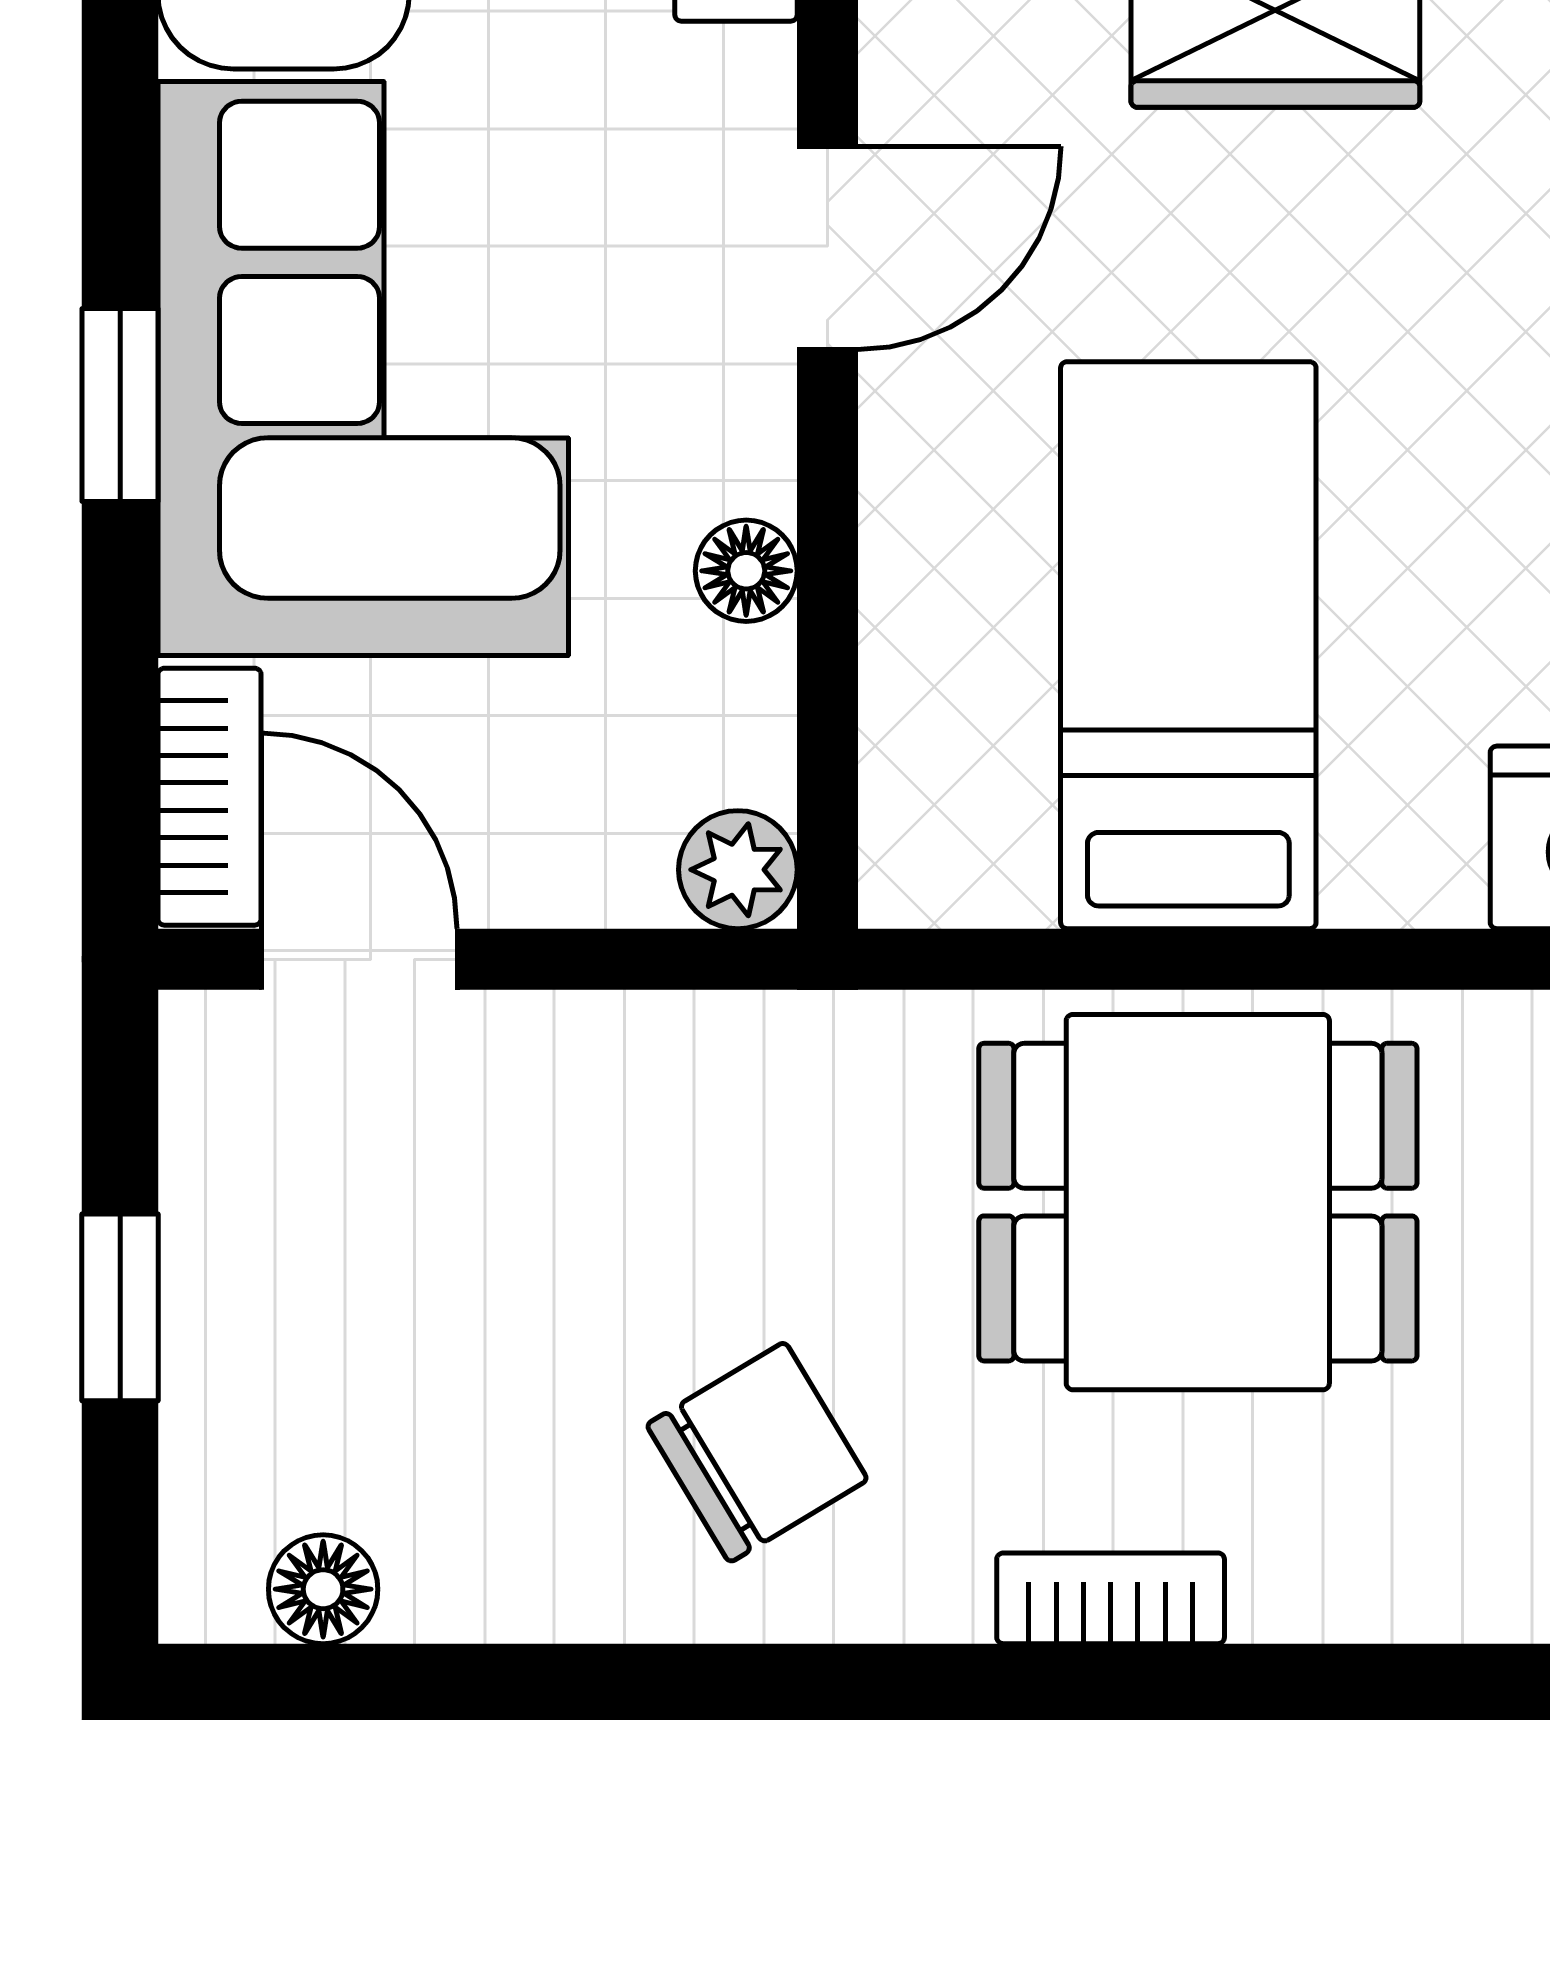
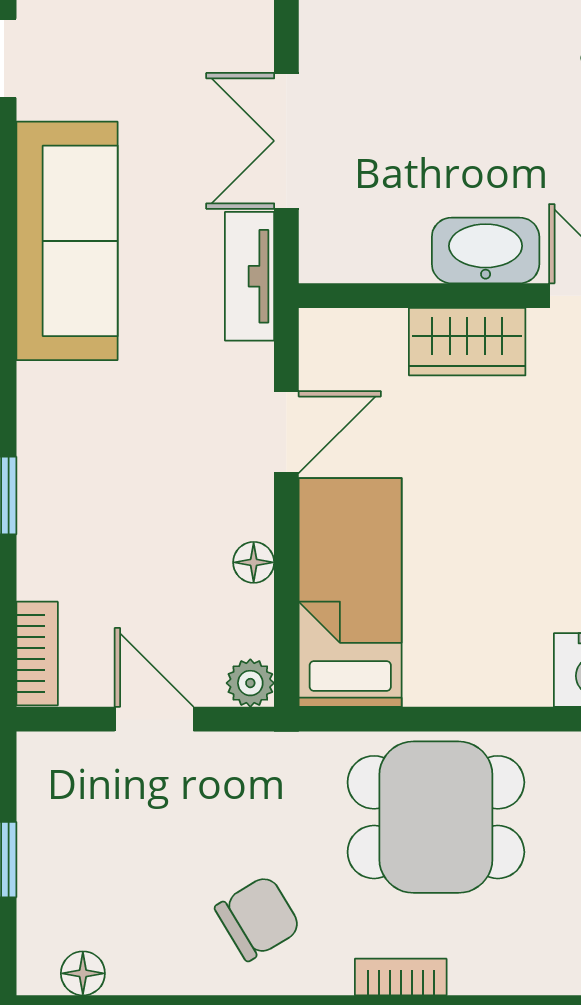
corner sofa: (363, 369) -> (99, 481), removed
bed: (1188, 645) -> (350, 592), moved
door: (359, 959) -> (154, 719), moved

